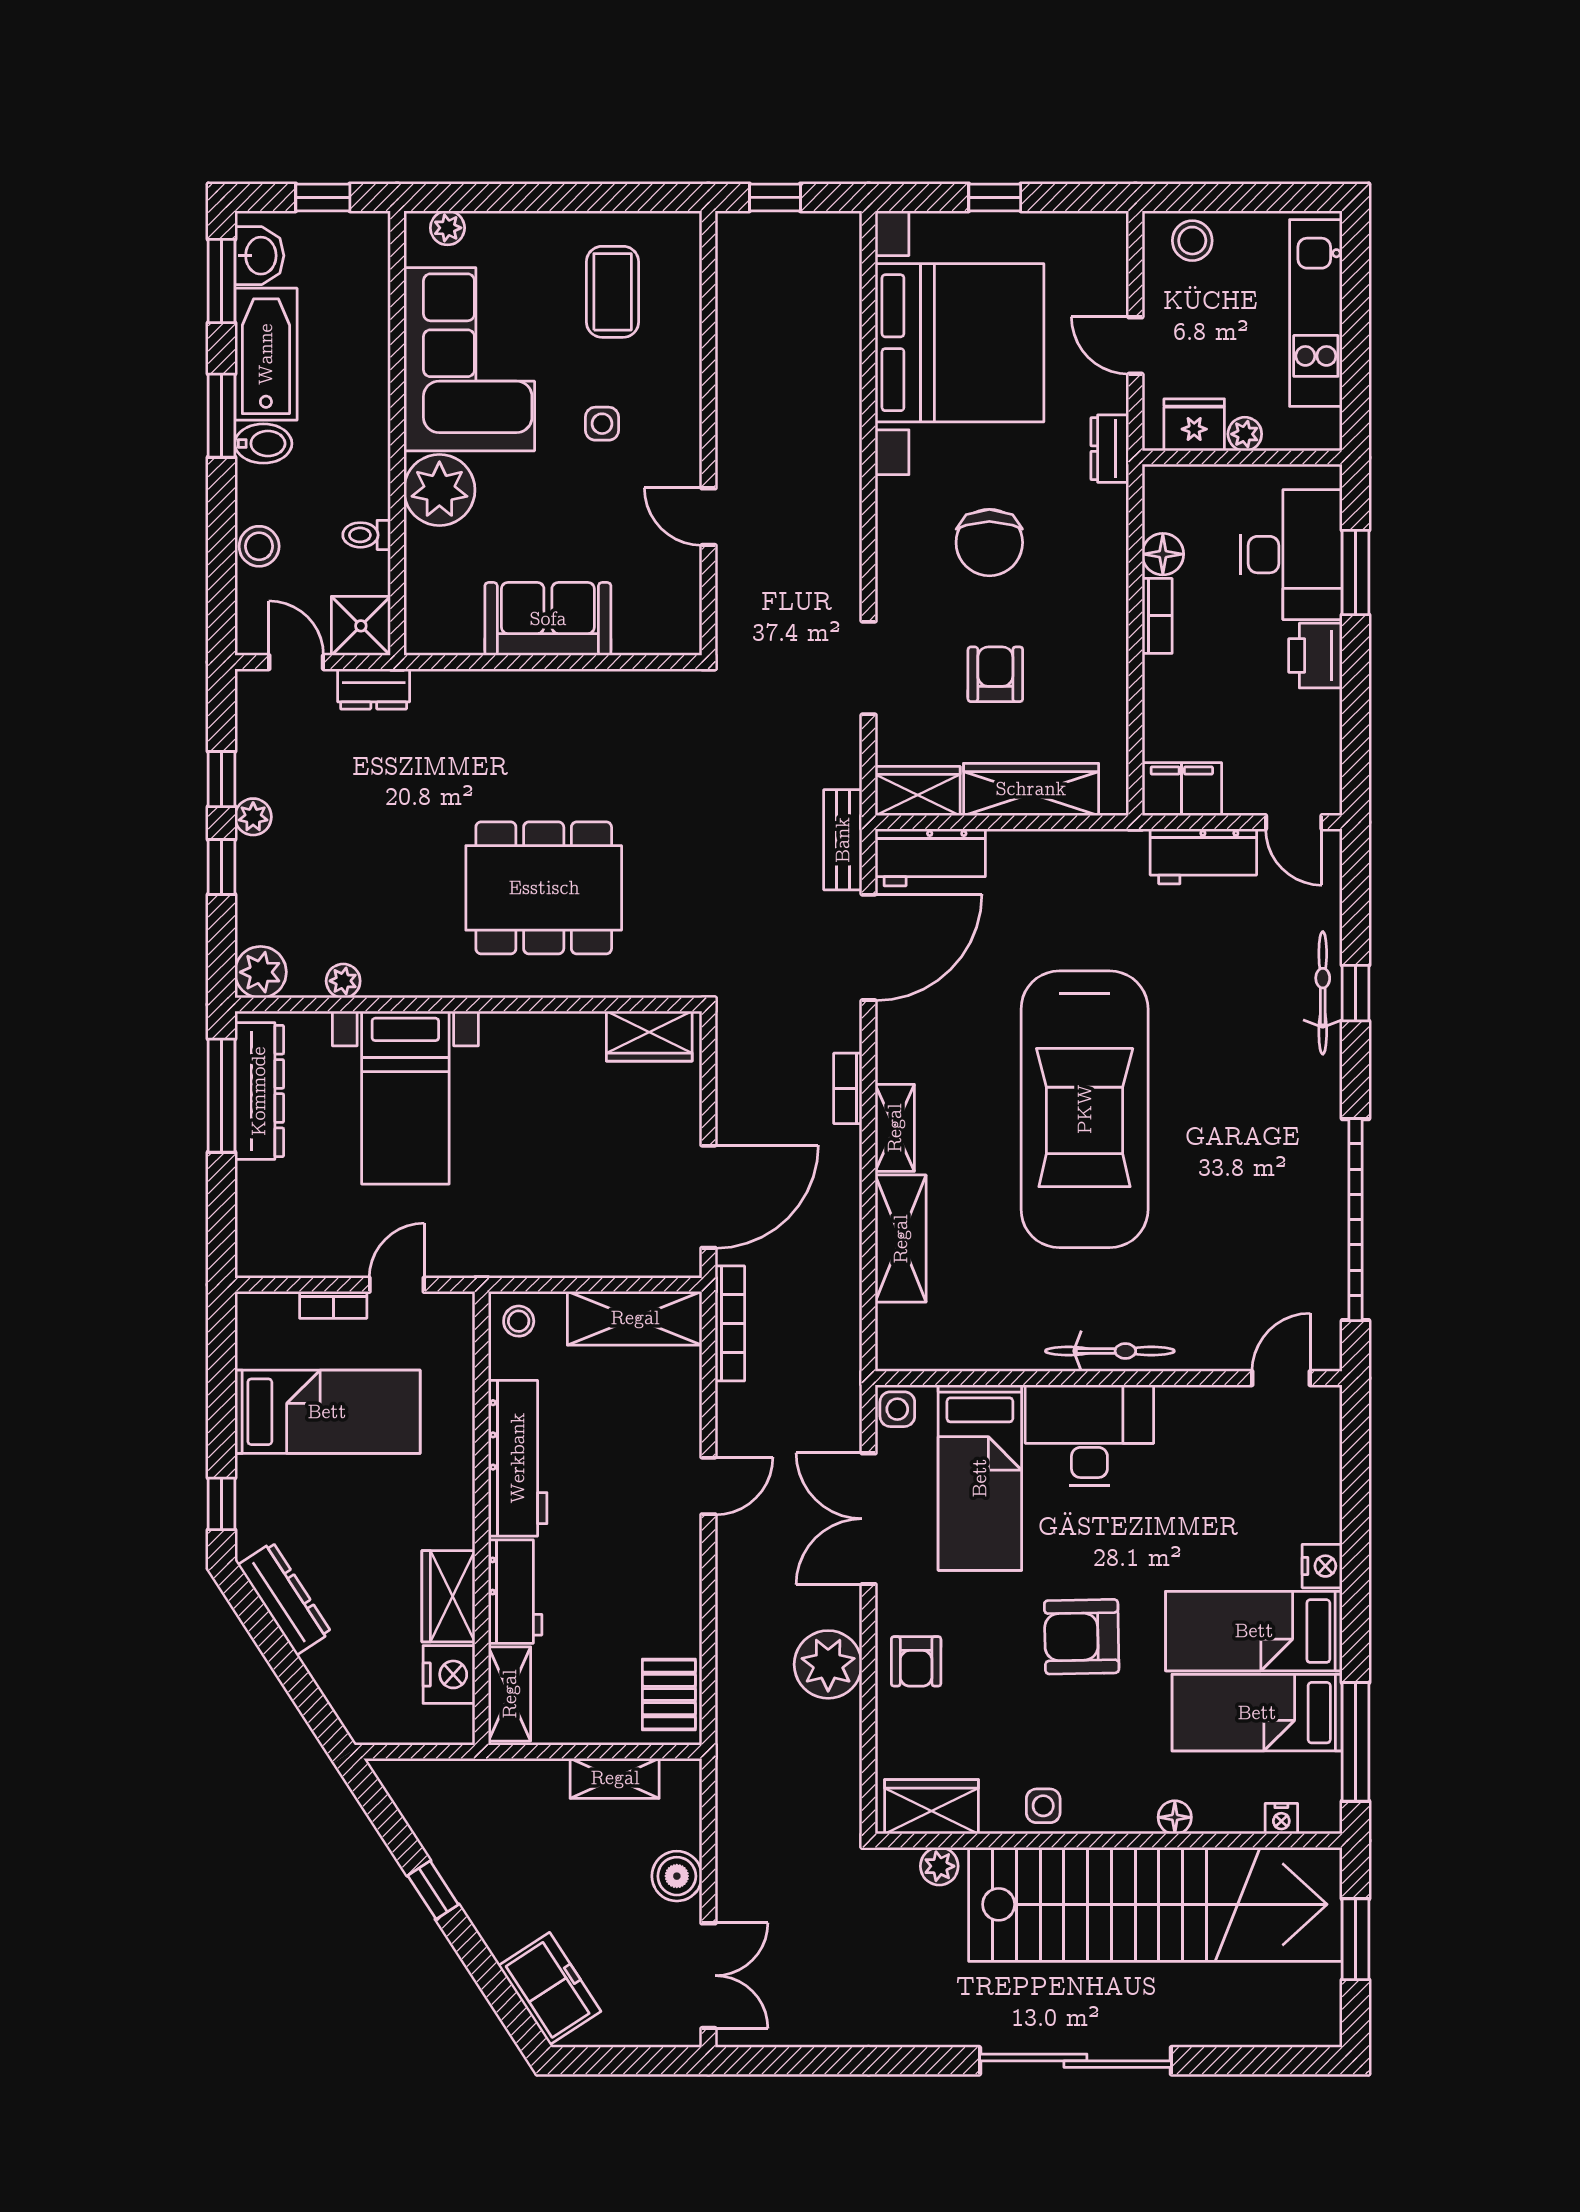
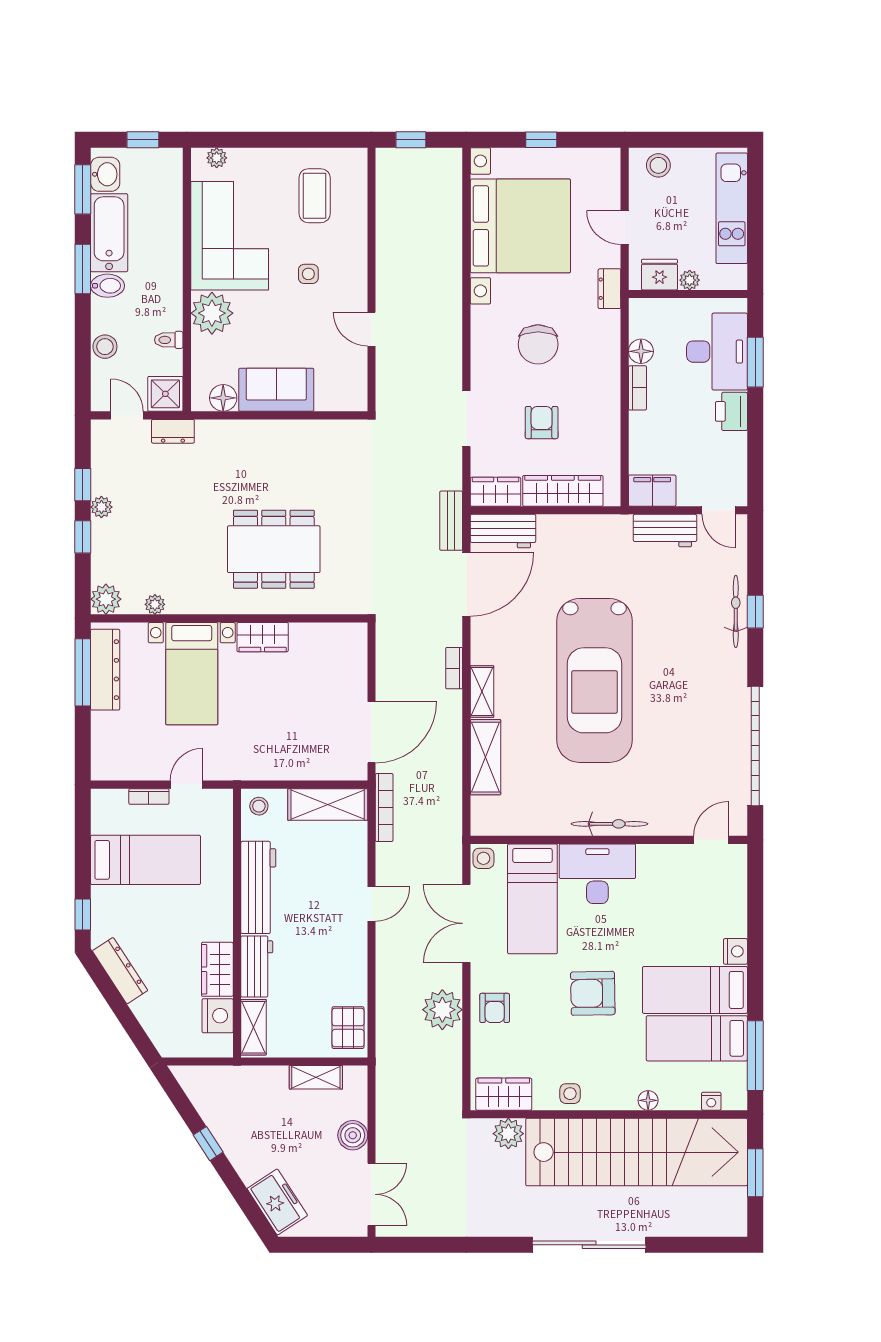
floor lamp: (458, 633) -> (223, 398), added
wardrobe: (649, 1036) -> (263, 637), moved
plant: (939, 1866) -> (508, 1134), width x1.38, depth x1.38

